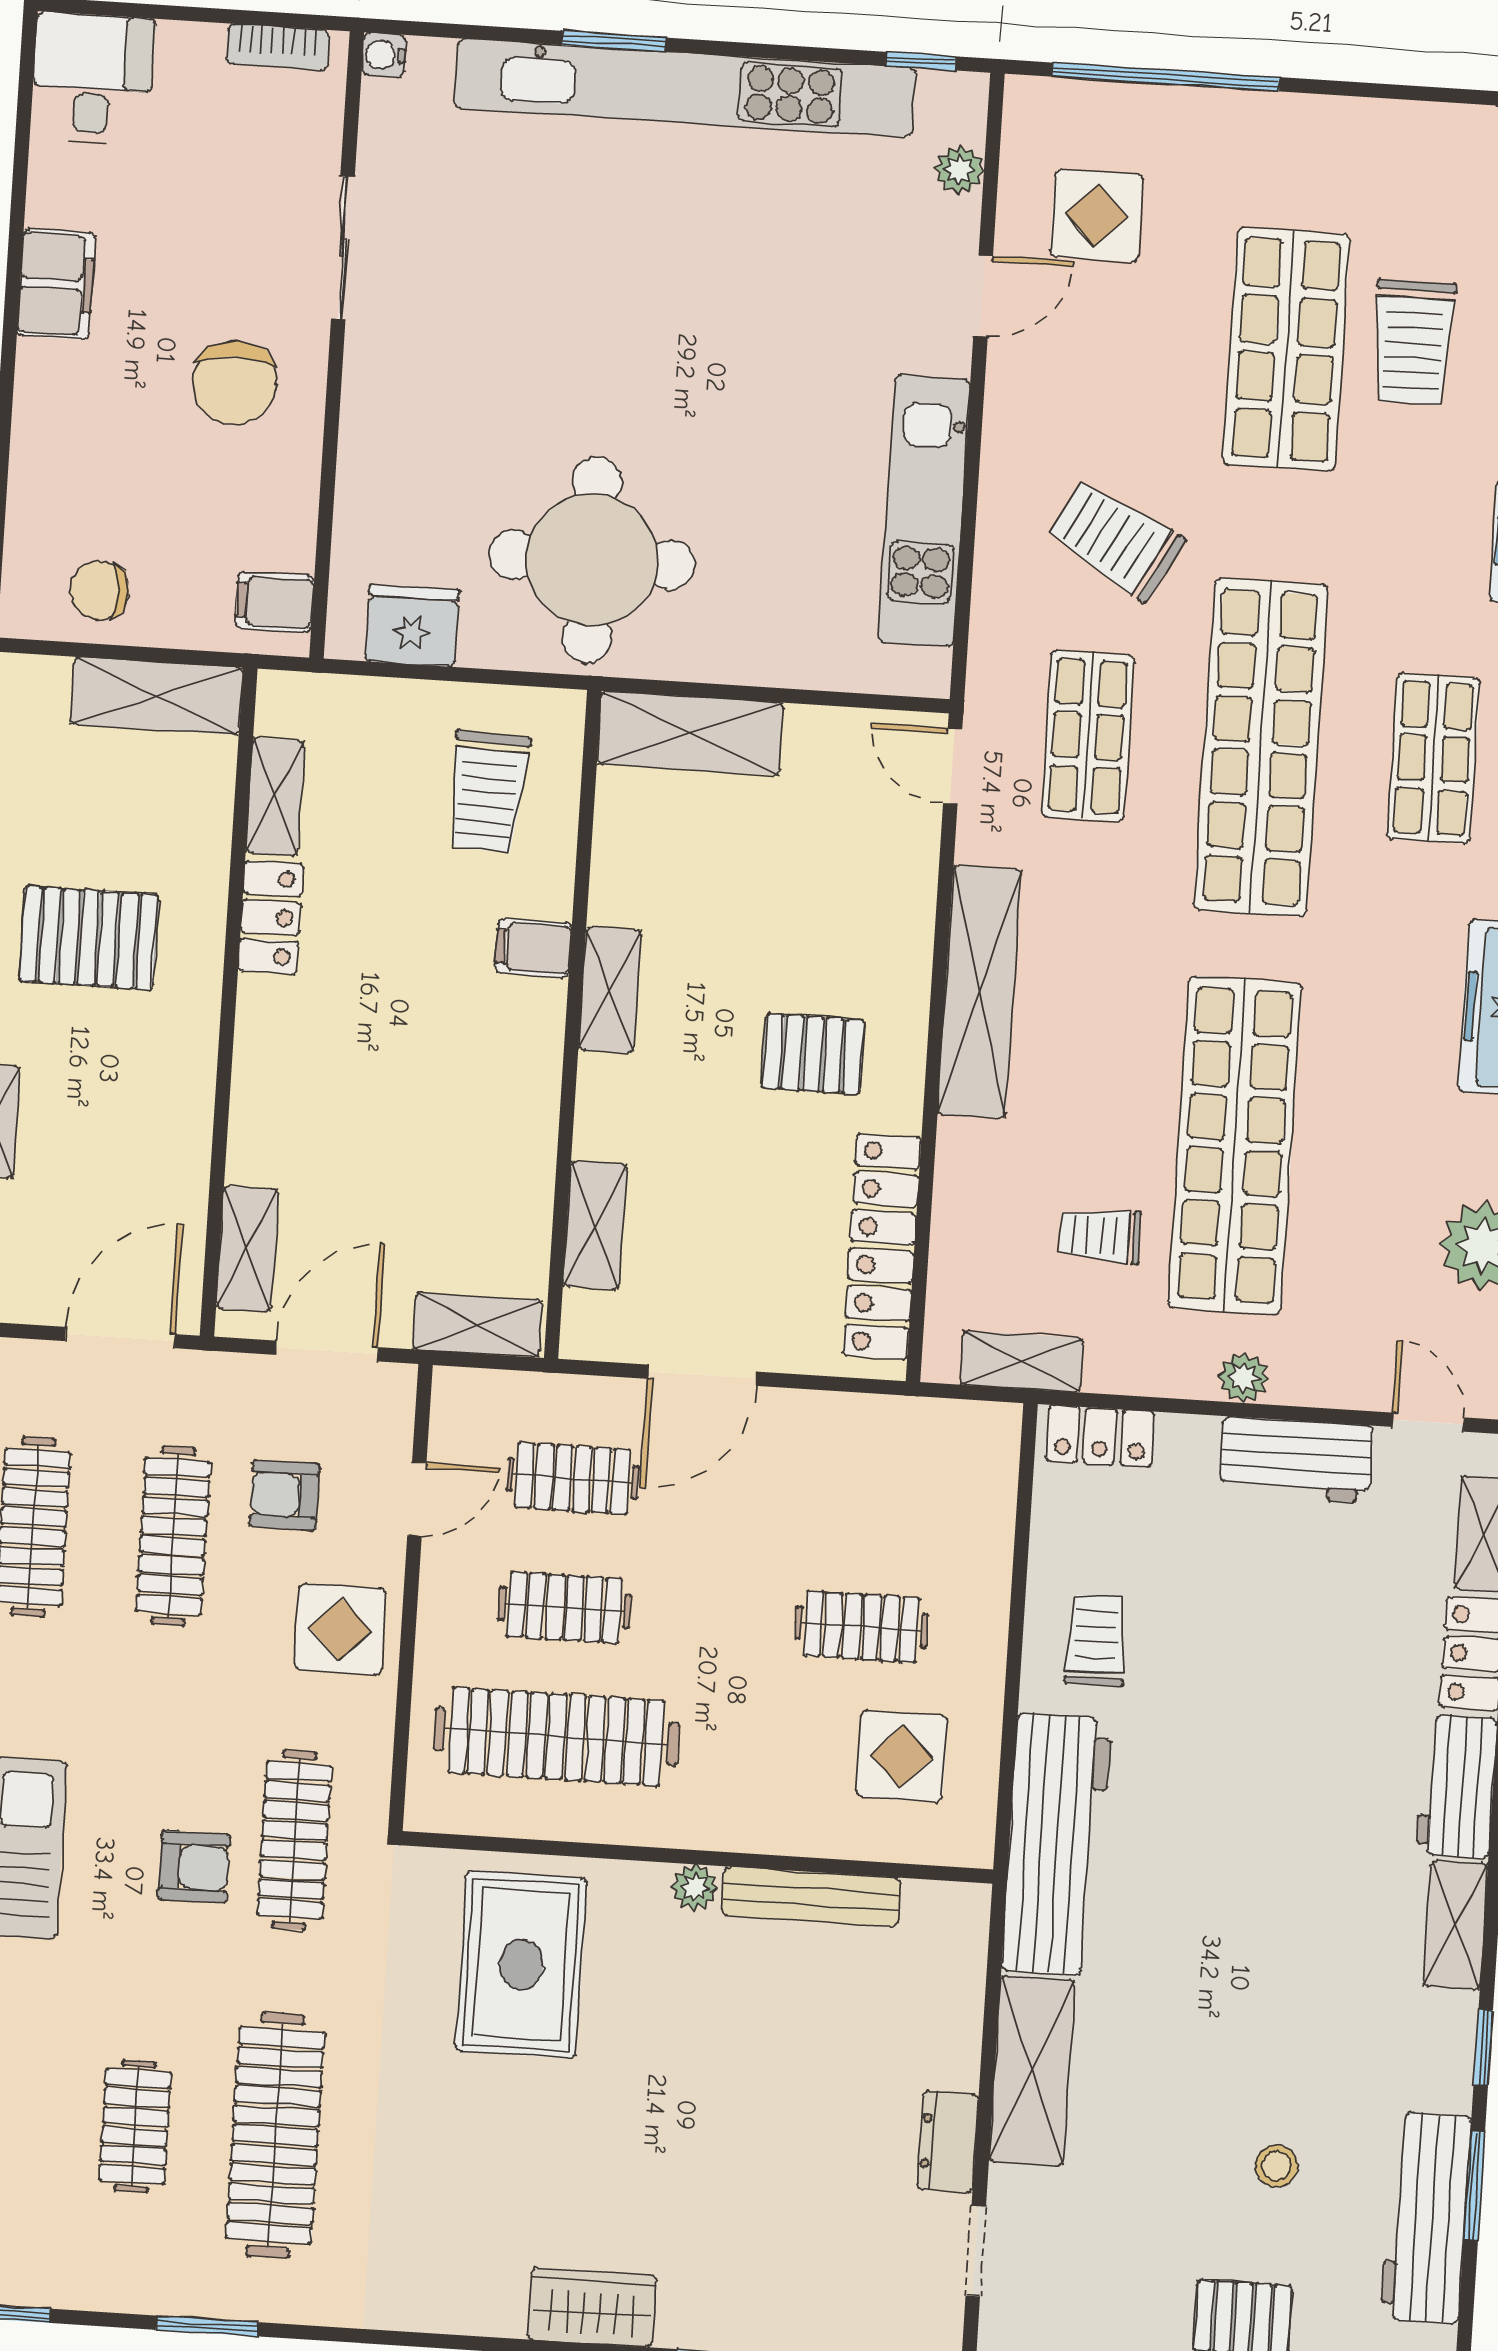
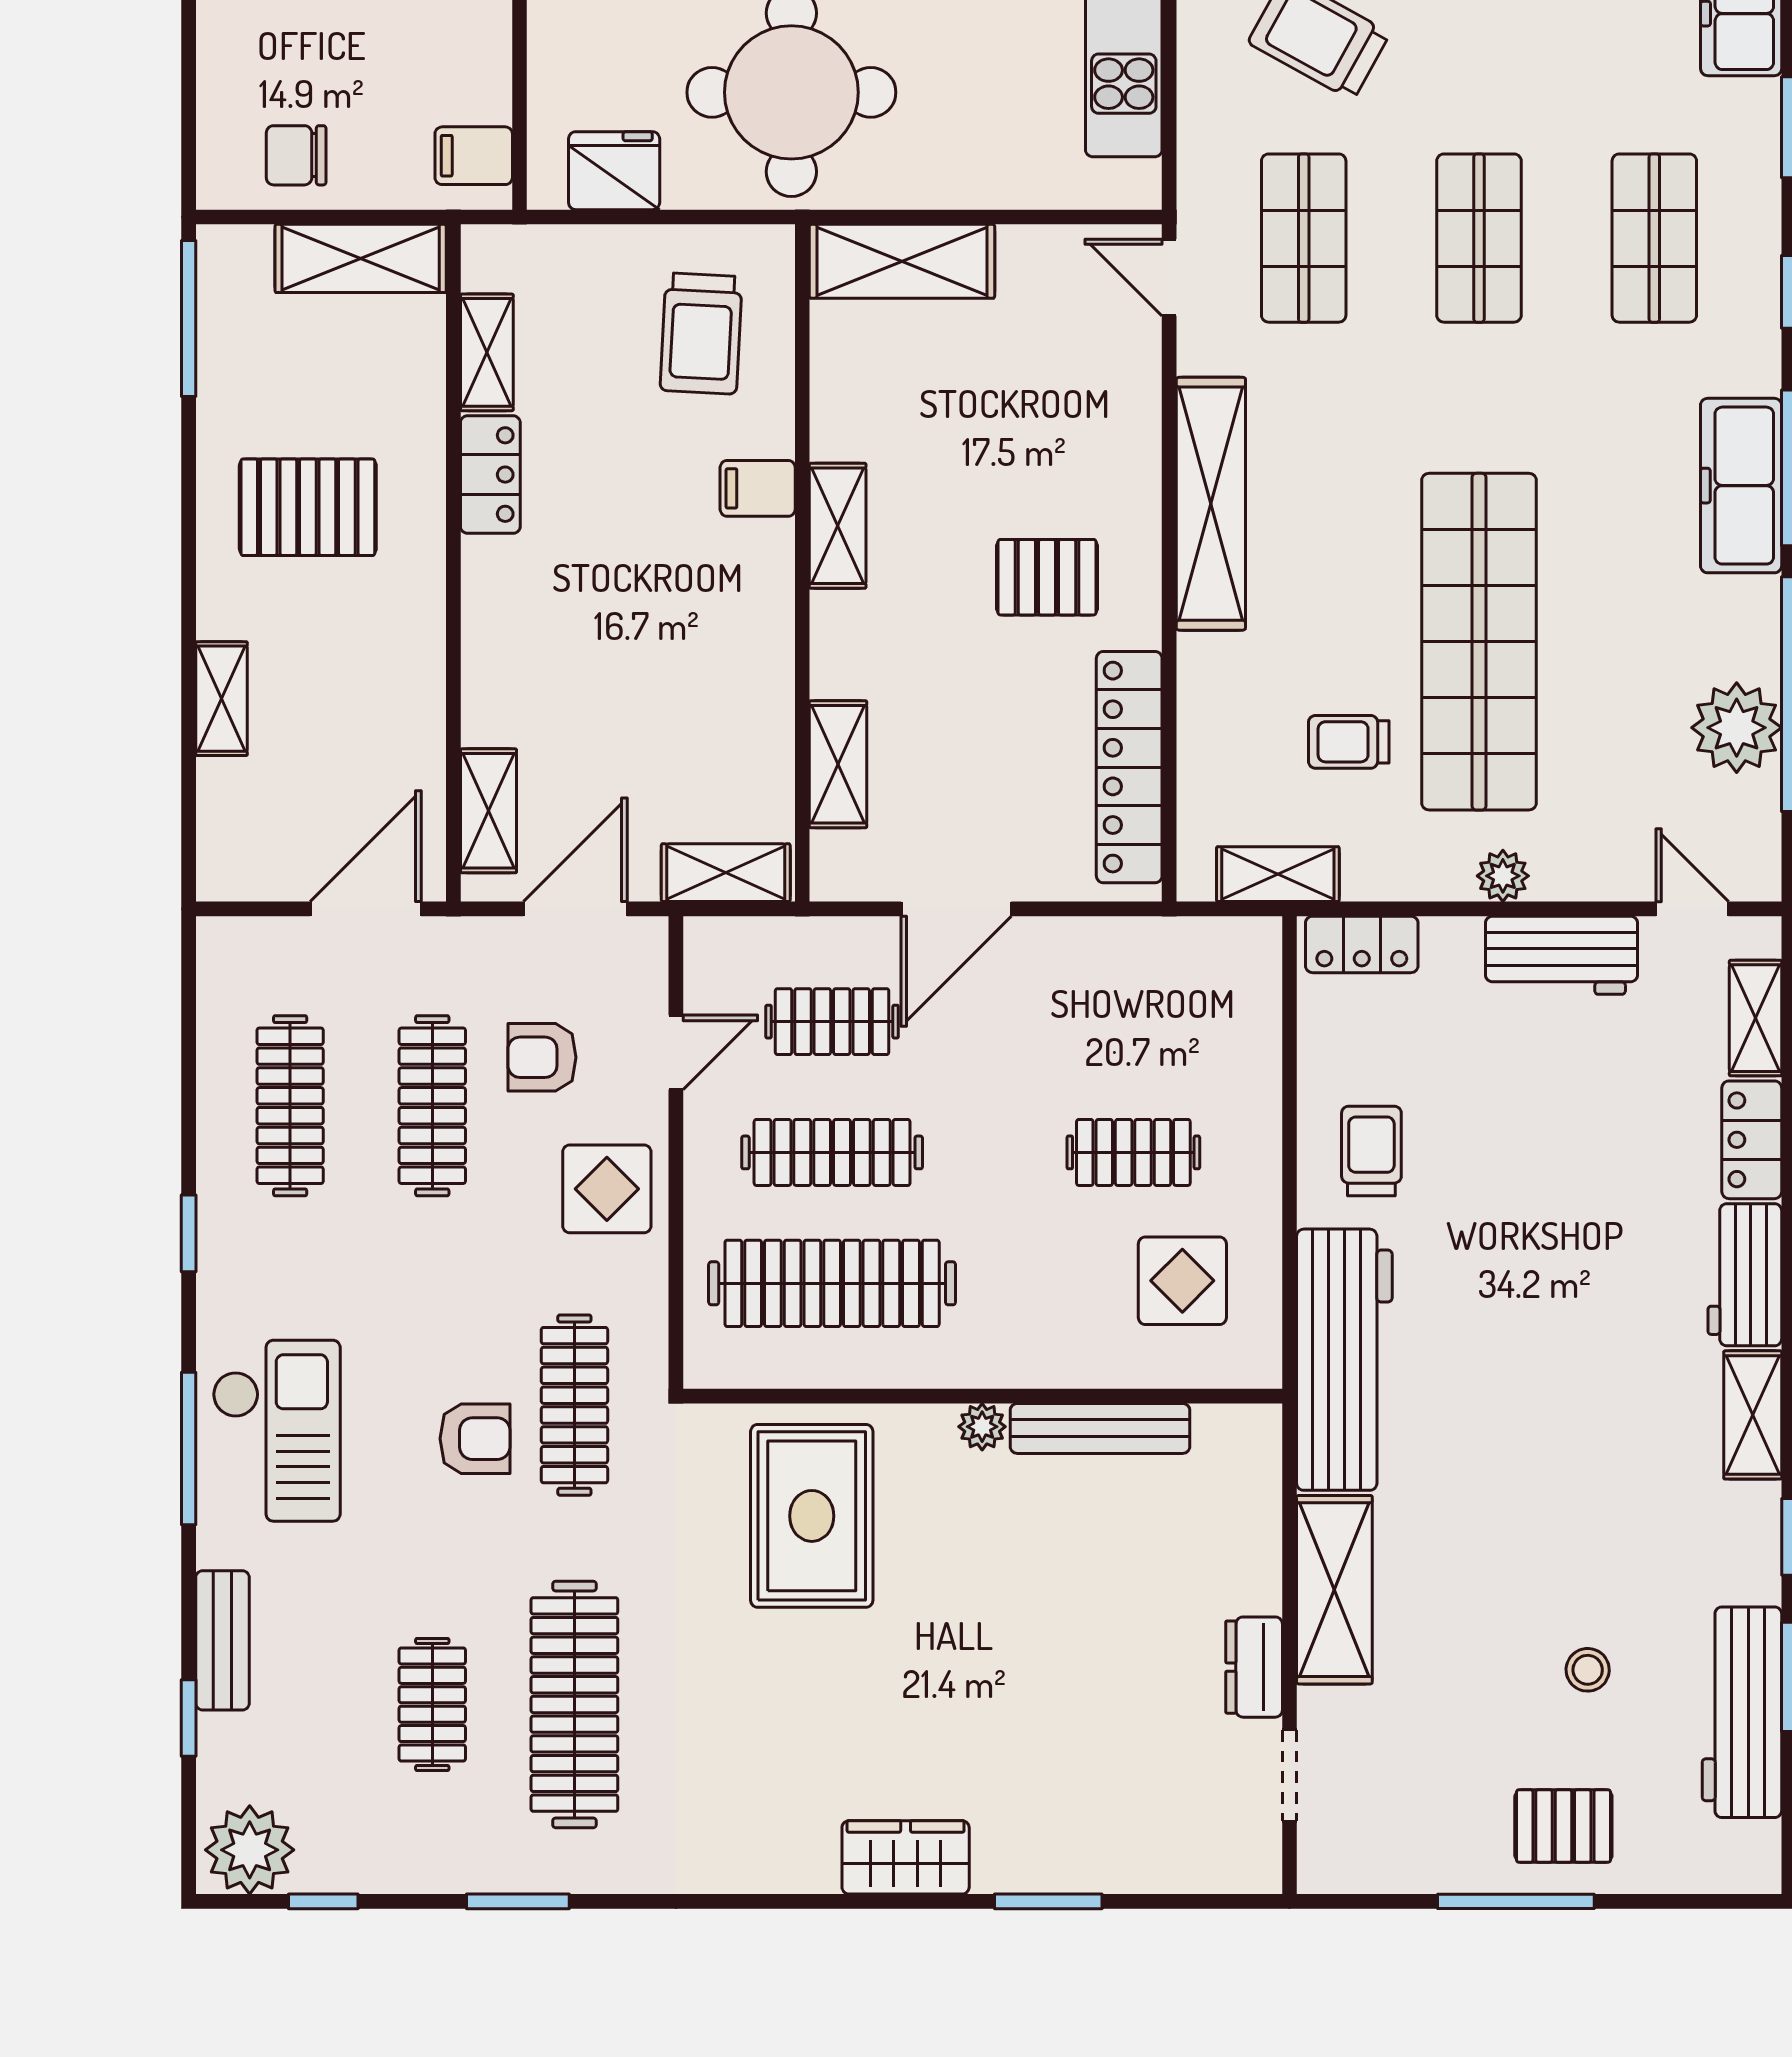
shop shelf: (1261, 747) -> (1479, 238), width x0.50, depth x0.74
clothes rail: (564, 1608) -> (832, 1152), width x1.36

